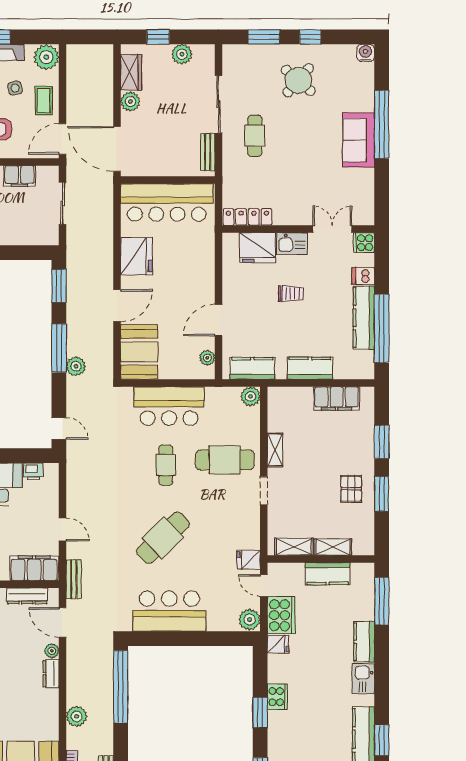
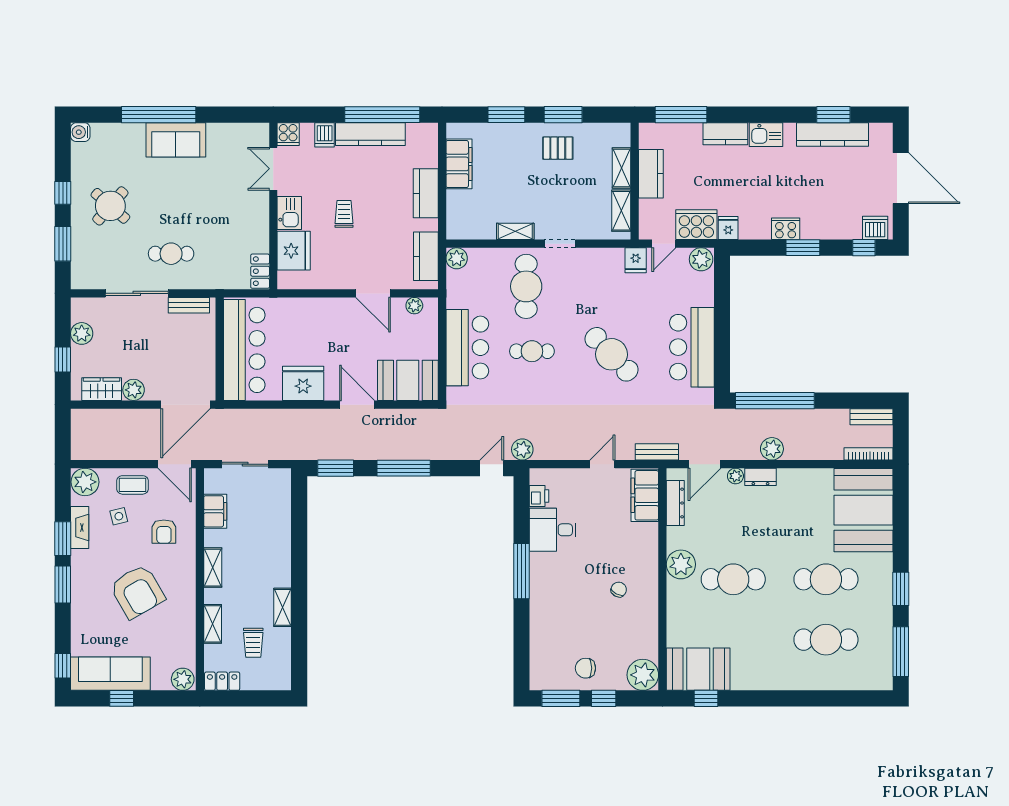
locker: (247, 217) -> (260, 271), width x0.66
plant: (76, 366) -> (522, 449), moved
plant: (77, 716) -> (772, 449), moved

